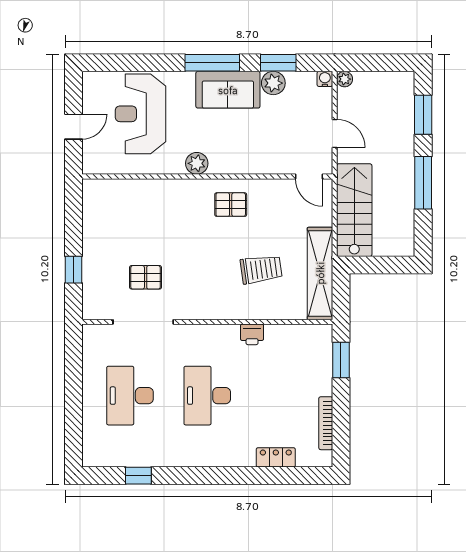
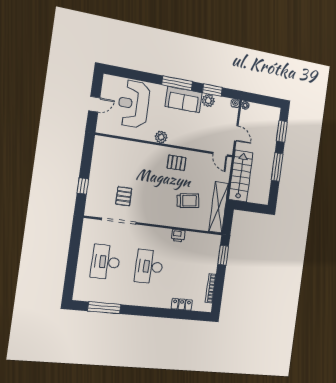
pallet: (146, 277) -> (124, 196), turned 90
window: (138, 476) -> (104, 308), width x2.17

